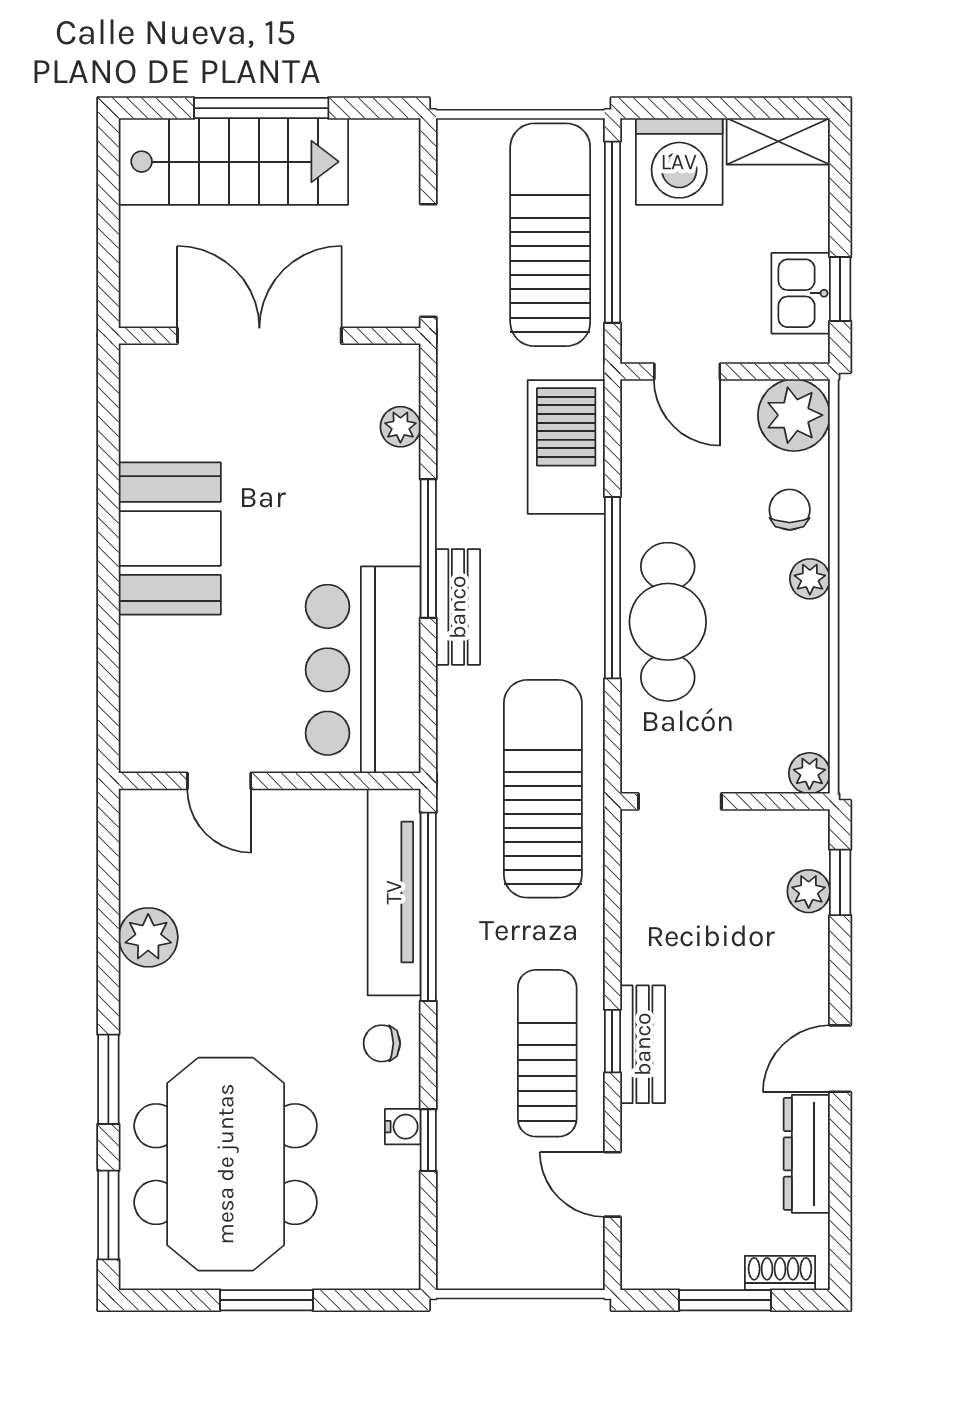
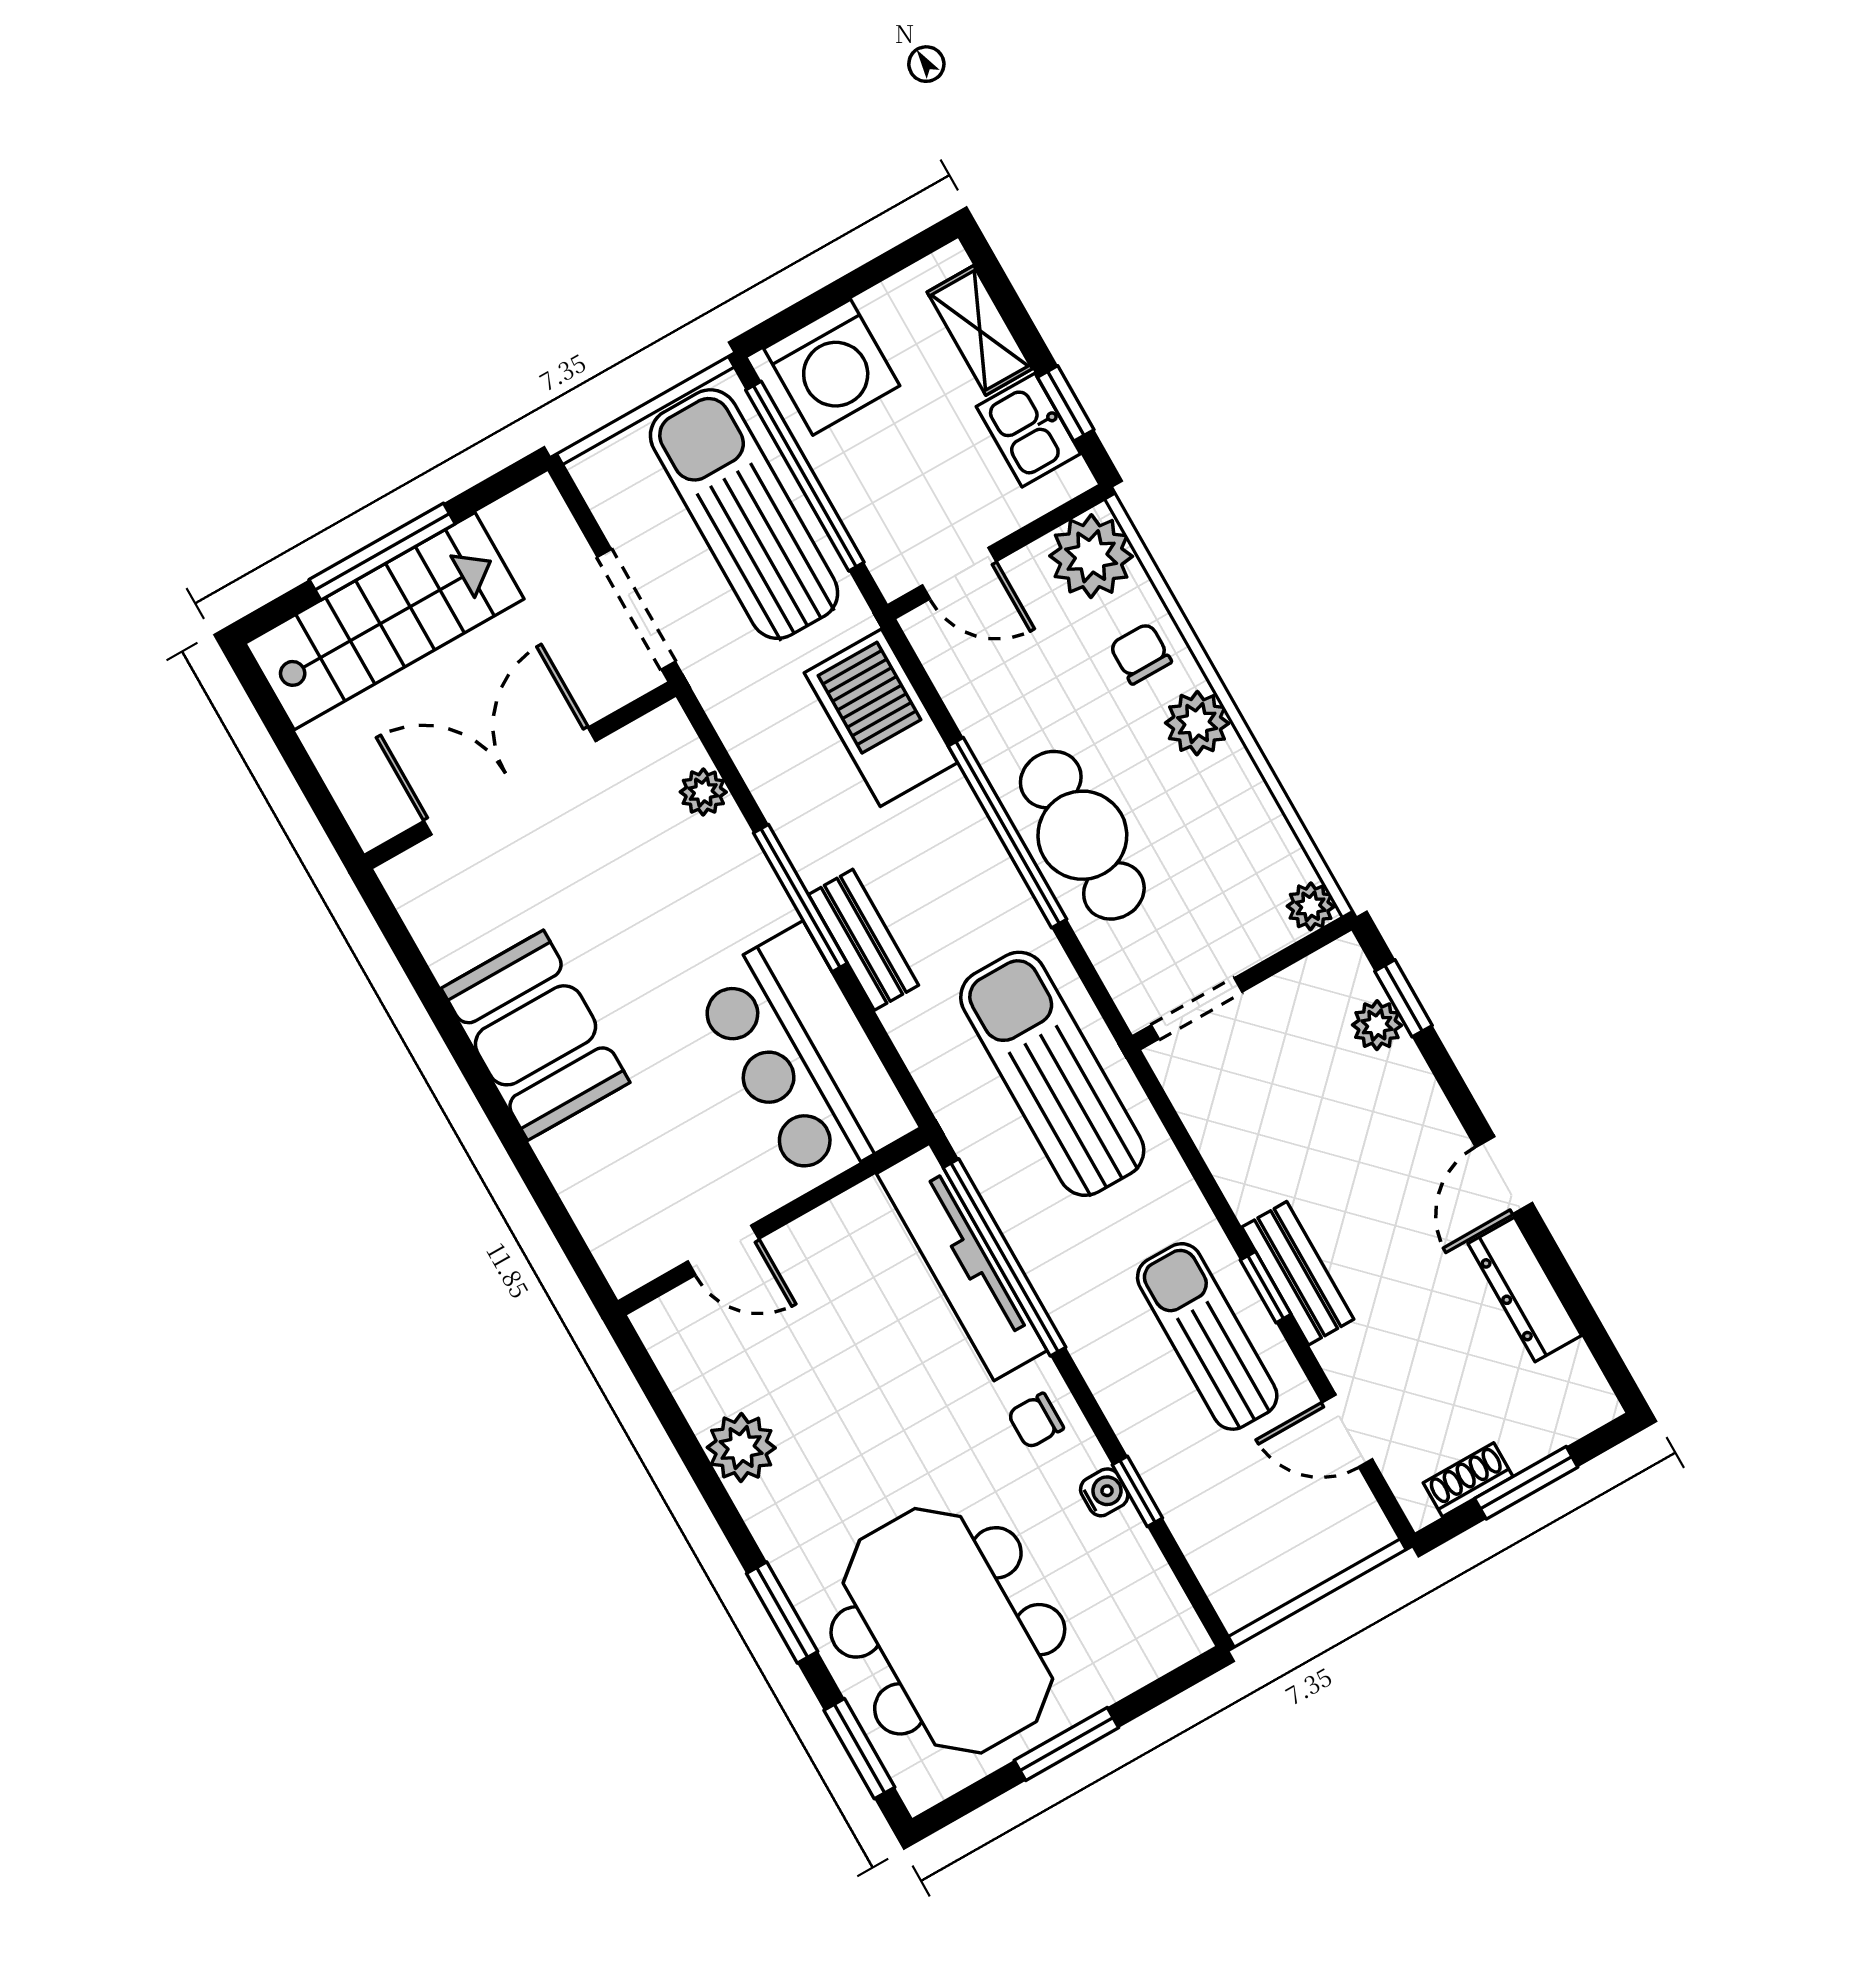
shelving: (778, 141) -> (980, 330), moved, turned 90
plant: (810, 579) -> (1197, 723), width x1.38, depth x1.38
shoe rack: (780, 1273) -> (1468, 1480), moved

